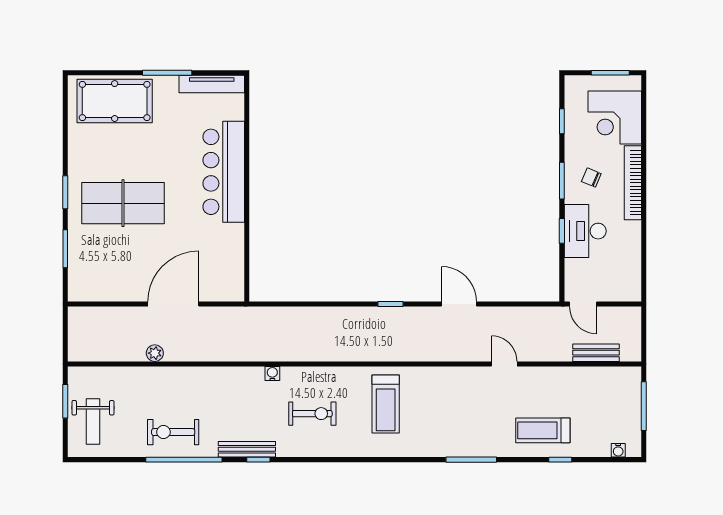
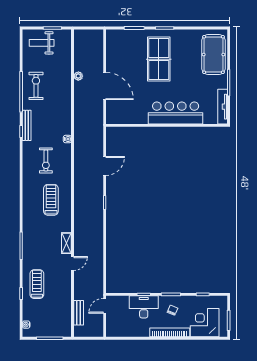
door: (459, 304) -> (105, 166), moved
shelving: (466, 375) -> (66, 243), added
treadmill: (386, 404) -> (51, 200), turned 90

